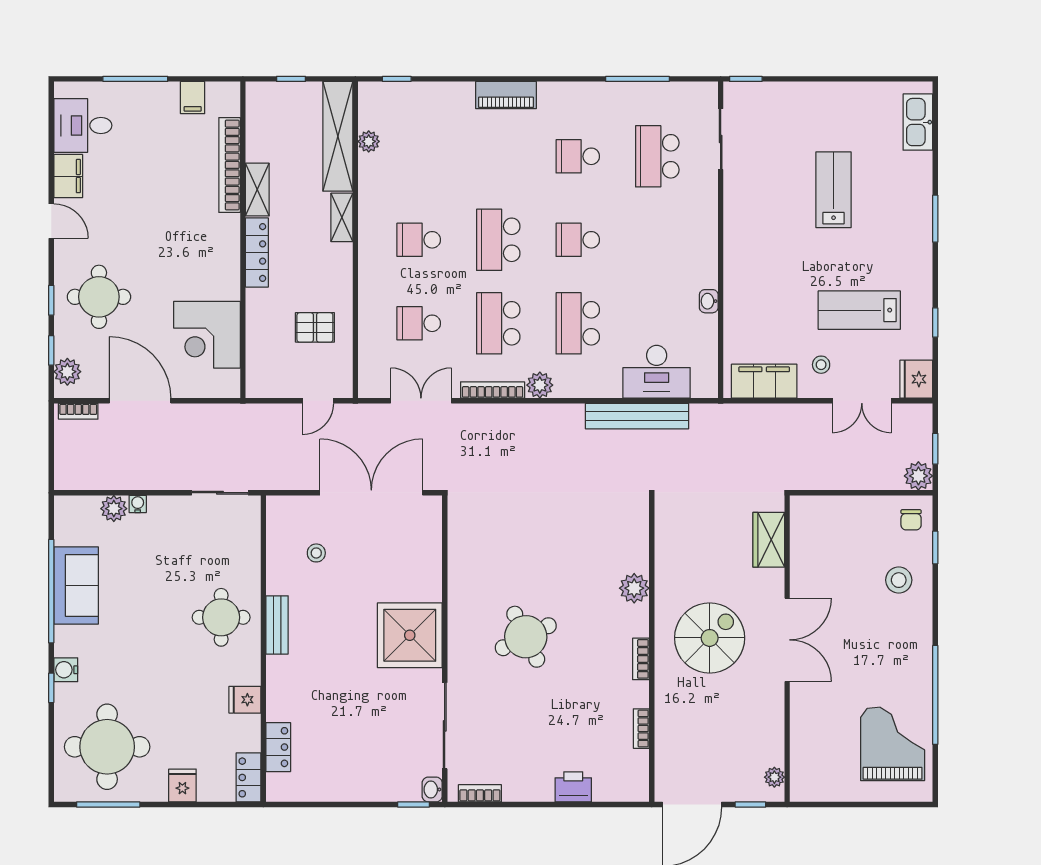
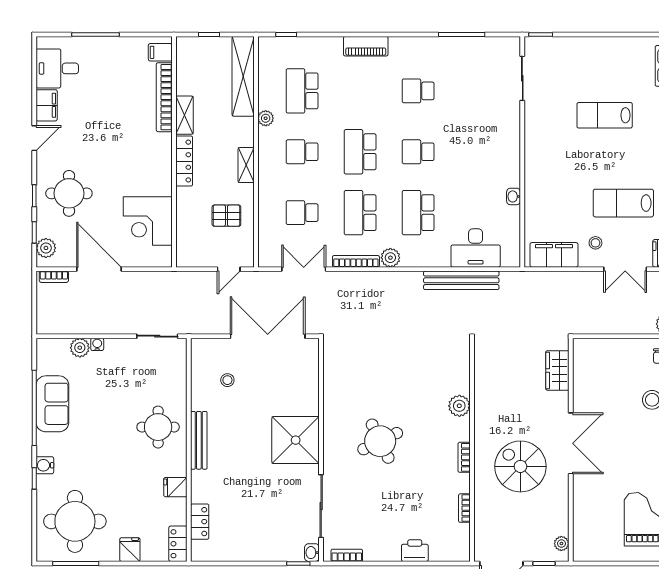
filing cabinet: (193, 98) -> (160, 52), moved, turned 90
plant: (369, 141) -> (266, 118), moved
school desk: (657, 156) -> (302, 91), moved
lab bench: (834, 190) -> (605, 115), turned -90
shelving: (342, 217) -> (246, 165), moved
door: (51, 221) -> (34, 138), hinge flipped
bench: (277, 625) -> (199, 440), width x1.36
spiral stairs: (710, 638) -> (520, 466), moved, turned -90

